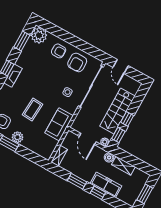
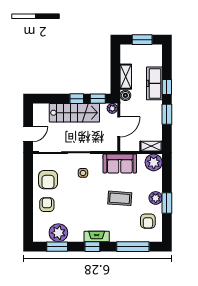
plant: (39, 35) -> (58, 233), moved
armchair: (77, 62) -> (48, 180), turned 90
plant: (46, 151) -> (154, 162), added

